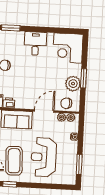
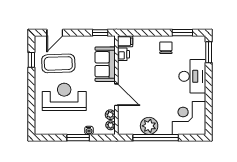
desk: (35, 44) -> (192, 76), width x1.37
window: (84, 78) -> (156, 138), width x2.11
chair: (66, 103) -> (126, 119), removed
window: (79, 164) -> (78, 138), moved

